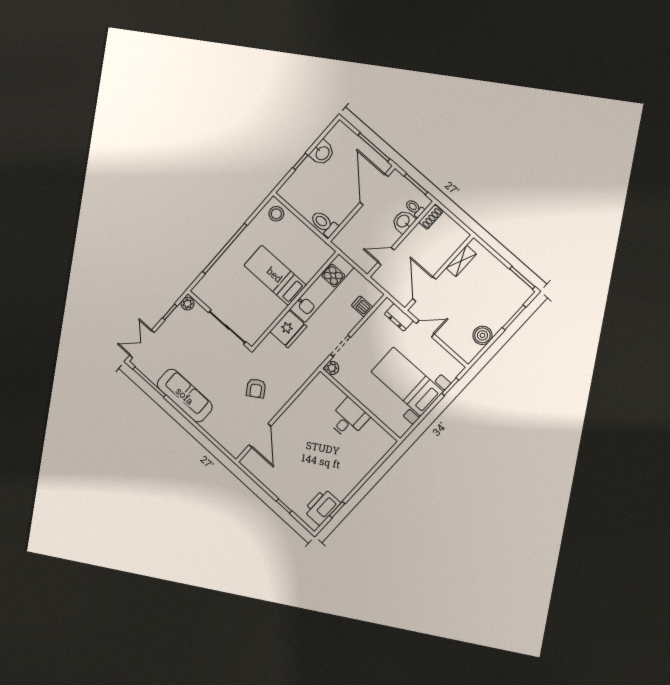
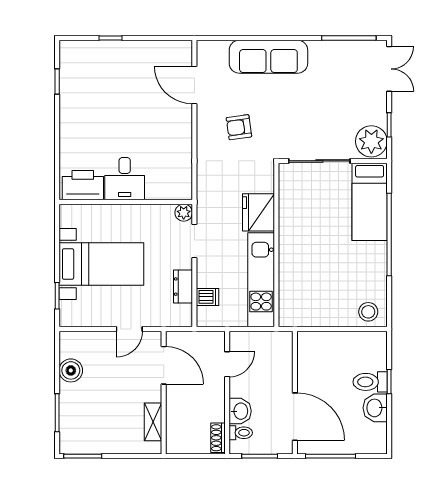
toilet: (324, 224) -> (370, 382), moved, turned 180
bed: (275, 275) -> (370, 202), moved, turned 90
plant: (187, 304) -> (371, 141), width x1.87, depth x1.87
dresser: (399, 317) -> (183, 287), moved, turned -90
armchair: (256, 388) -> (239, 127), turned -65
sofa: (185, 396) -> (268, 57), moved
printer: (322, 507) -> (83, 185), moved, turned -90

